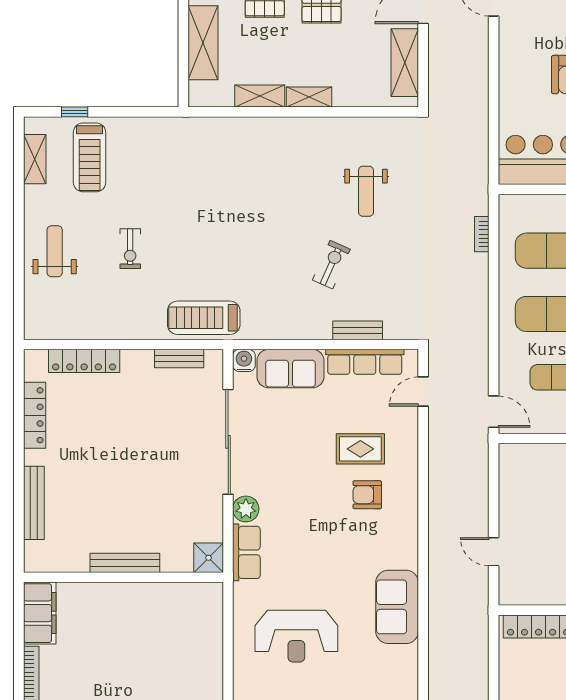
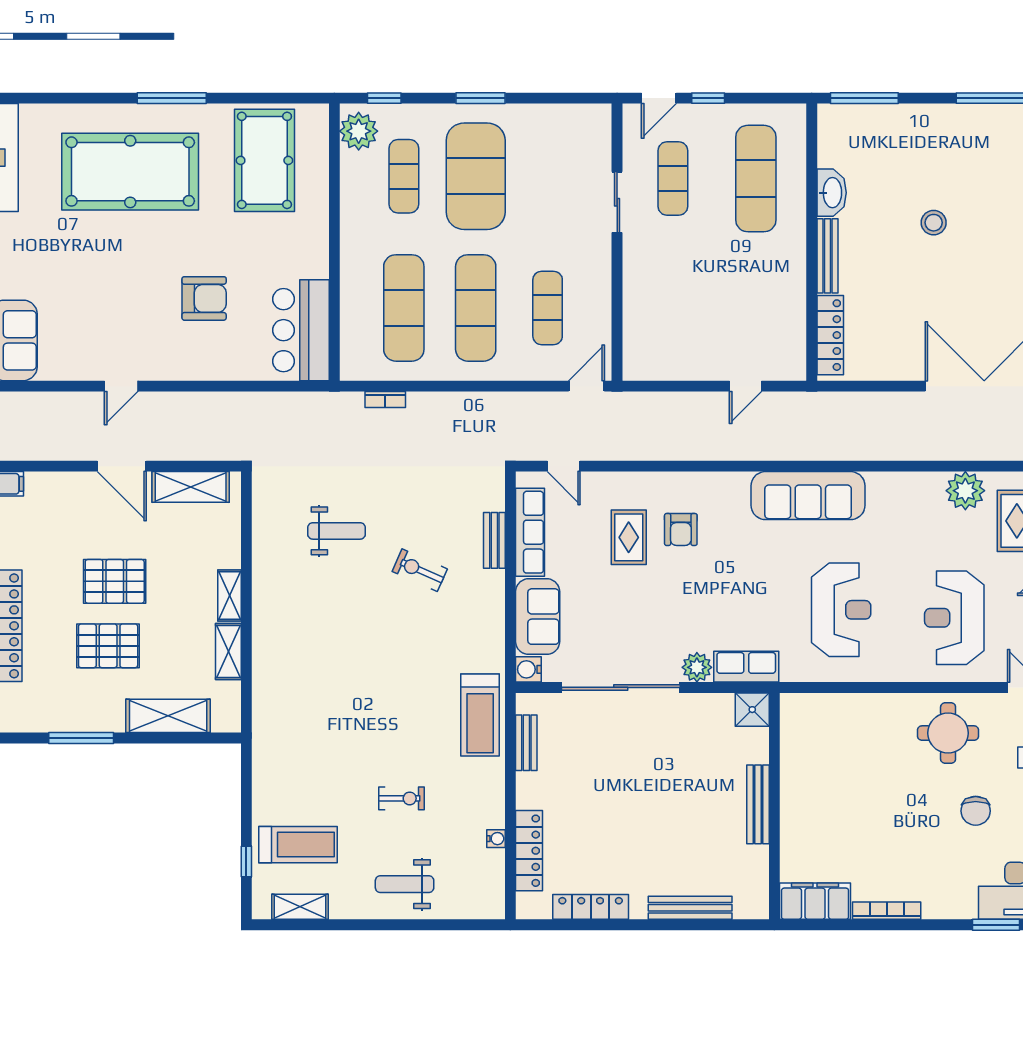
water cooler: (95, 332) -> (496, 839), added
sofa: (397, 607) -> (808, 496), width x1.36

